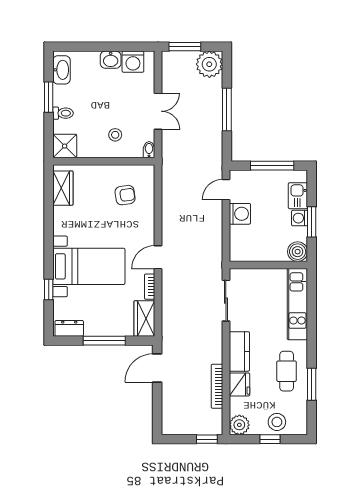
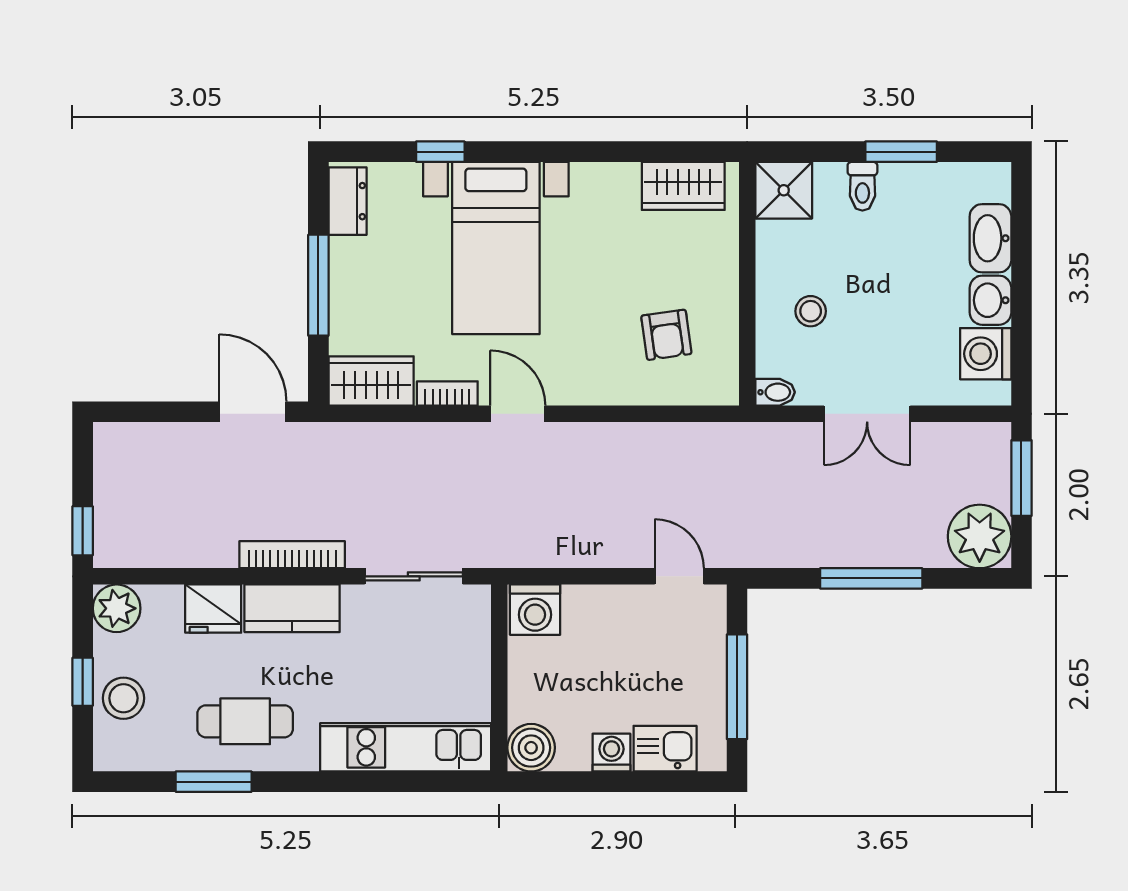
washbasin: (61, 70) -> (990, 238), moved, turned 90
washing machine: (240, 214) -> (535, 610), moved
window: (312, 222) -> (602, 782), removed
bookcase: (217, 386) -> (292, 555), moved

